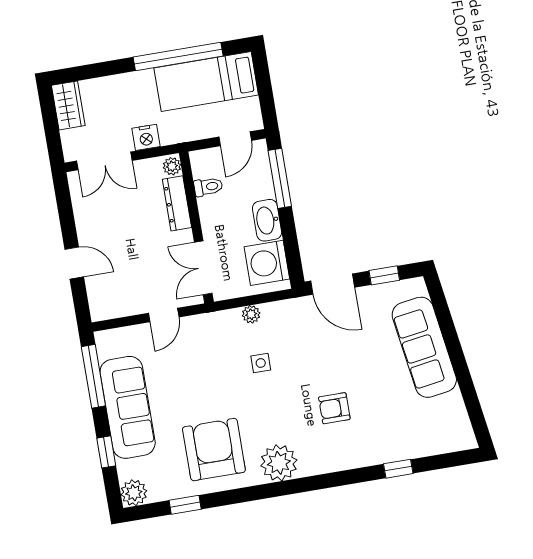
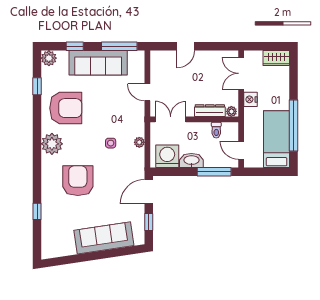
armchair: (334, 408) -> (78, 181), width x1.88, depth x1.88

